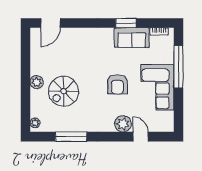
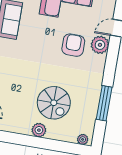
armchair: (117, 84) -> (73, 45), moved, turned -90

